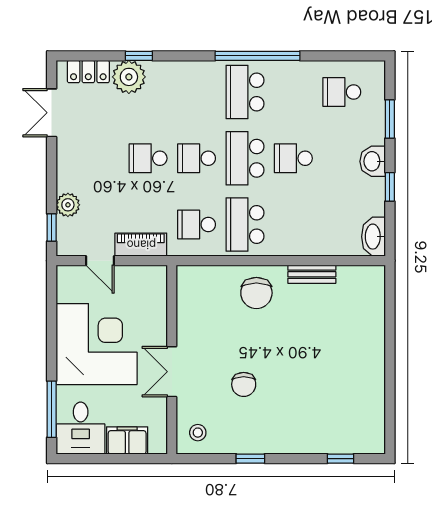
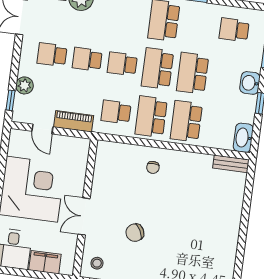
school desk: (100, 158) -> (52, 55), added
school desk: (293, 158) -> (193, 73), width x1.85
school desk: (293, 225) -> (186, 121), added
bench: (312, 274) -> (231, 164), moved
chair: (256, 293) -> (153, 167), width x0.54, depth x0.54
chair: (244, 384) -> (135, 233), turned 63

